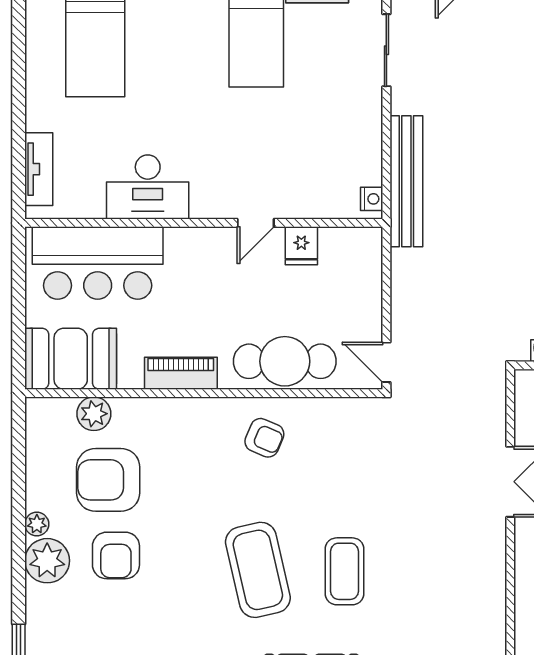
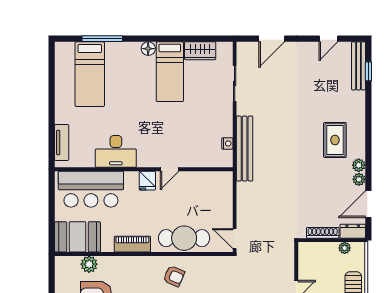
nightstand: (372, 199) -> (227, 143), moved
fridge: (301, 246) -> (147, 181), moved

